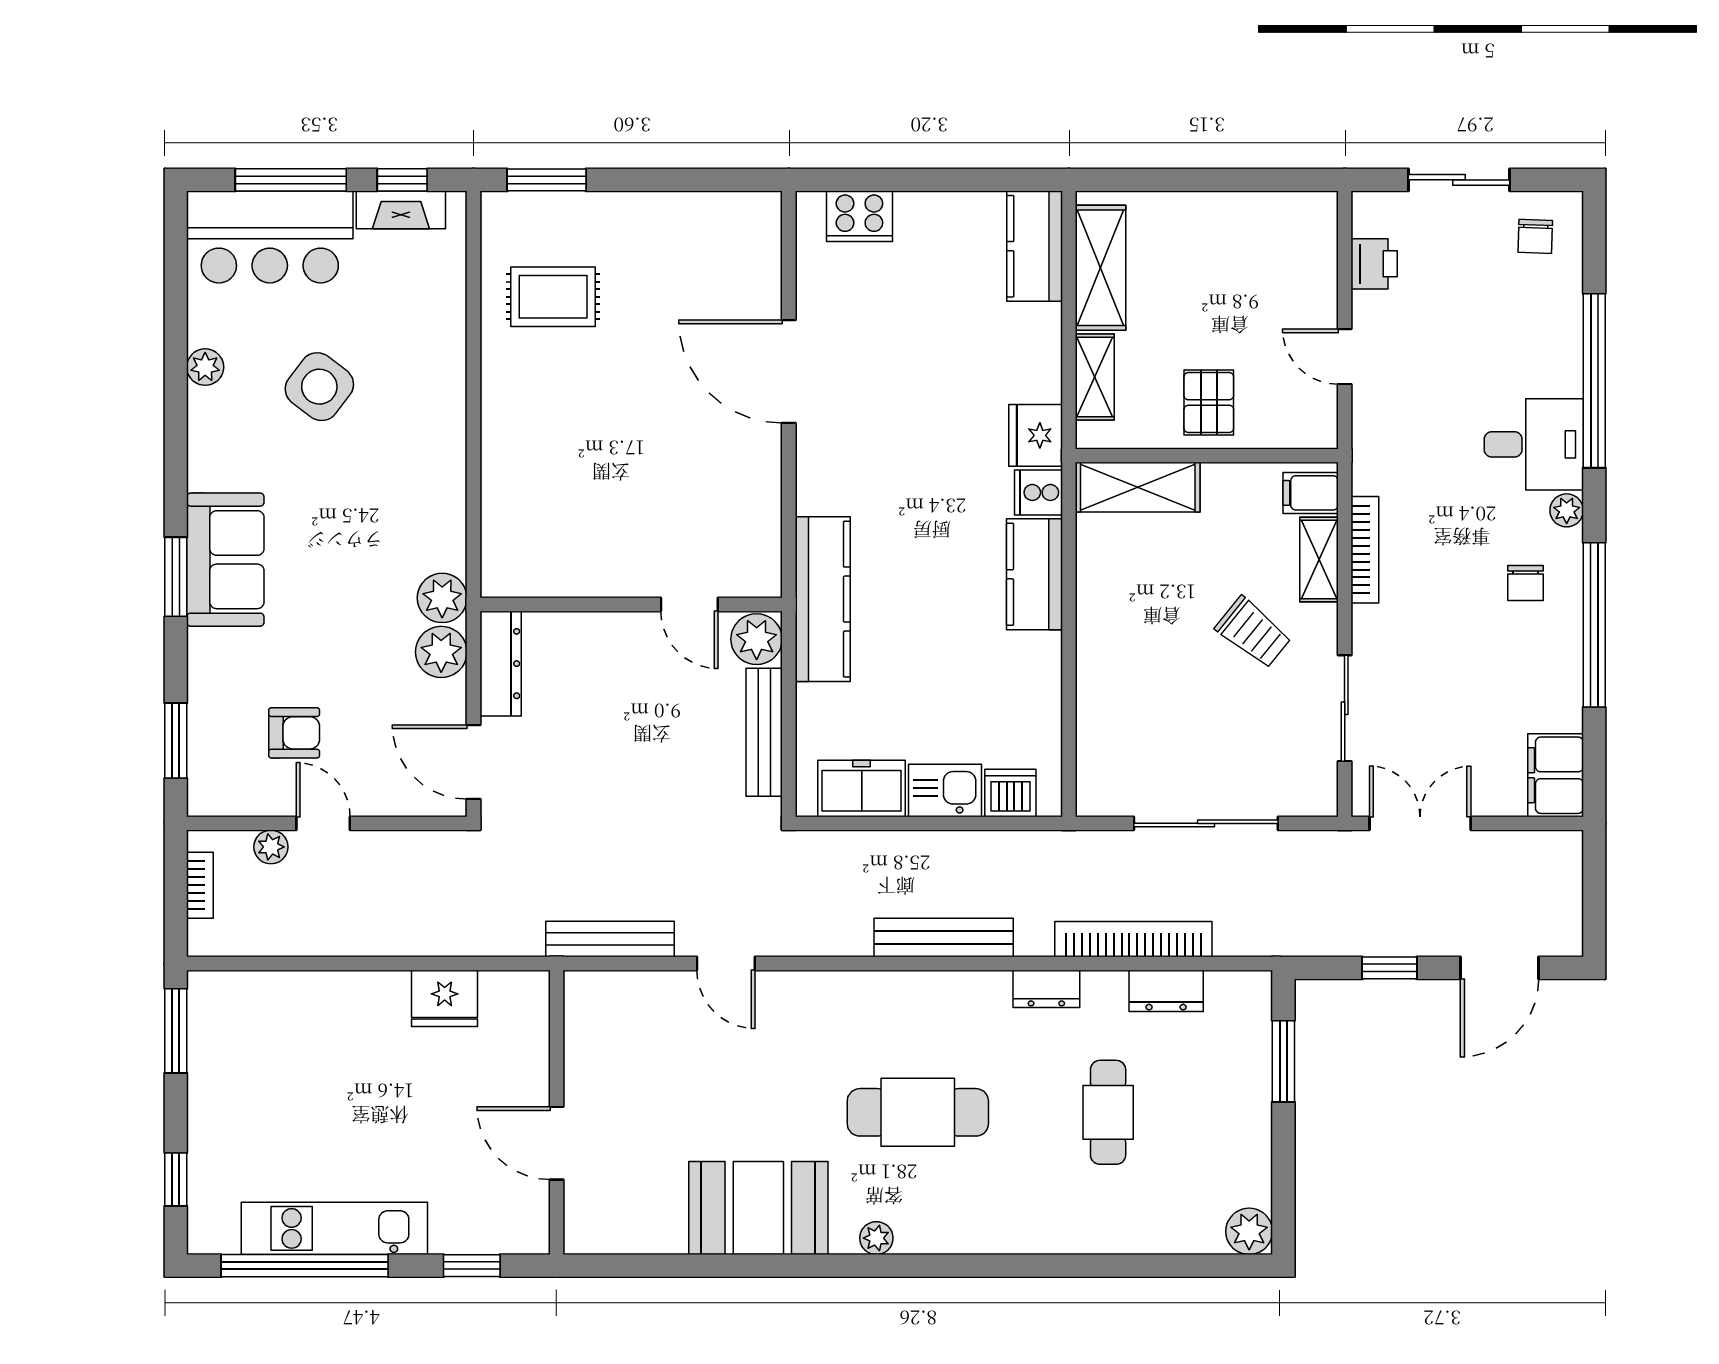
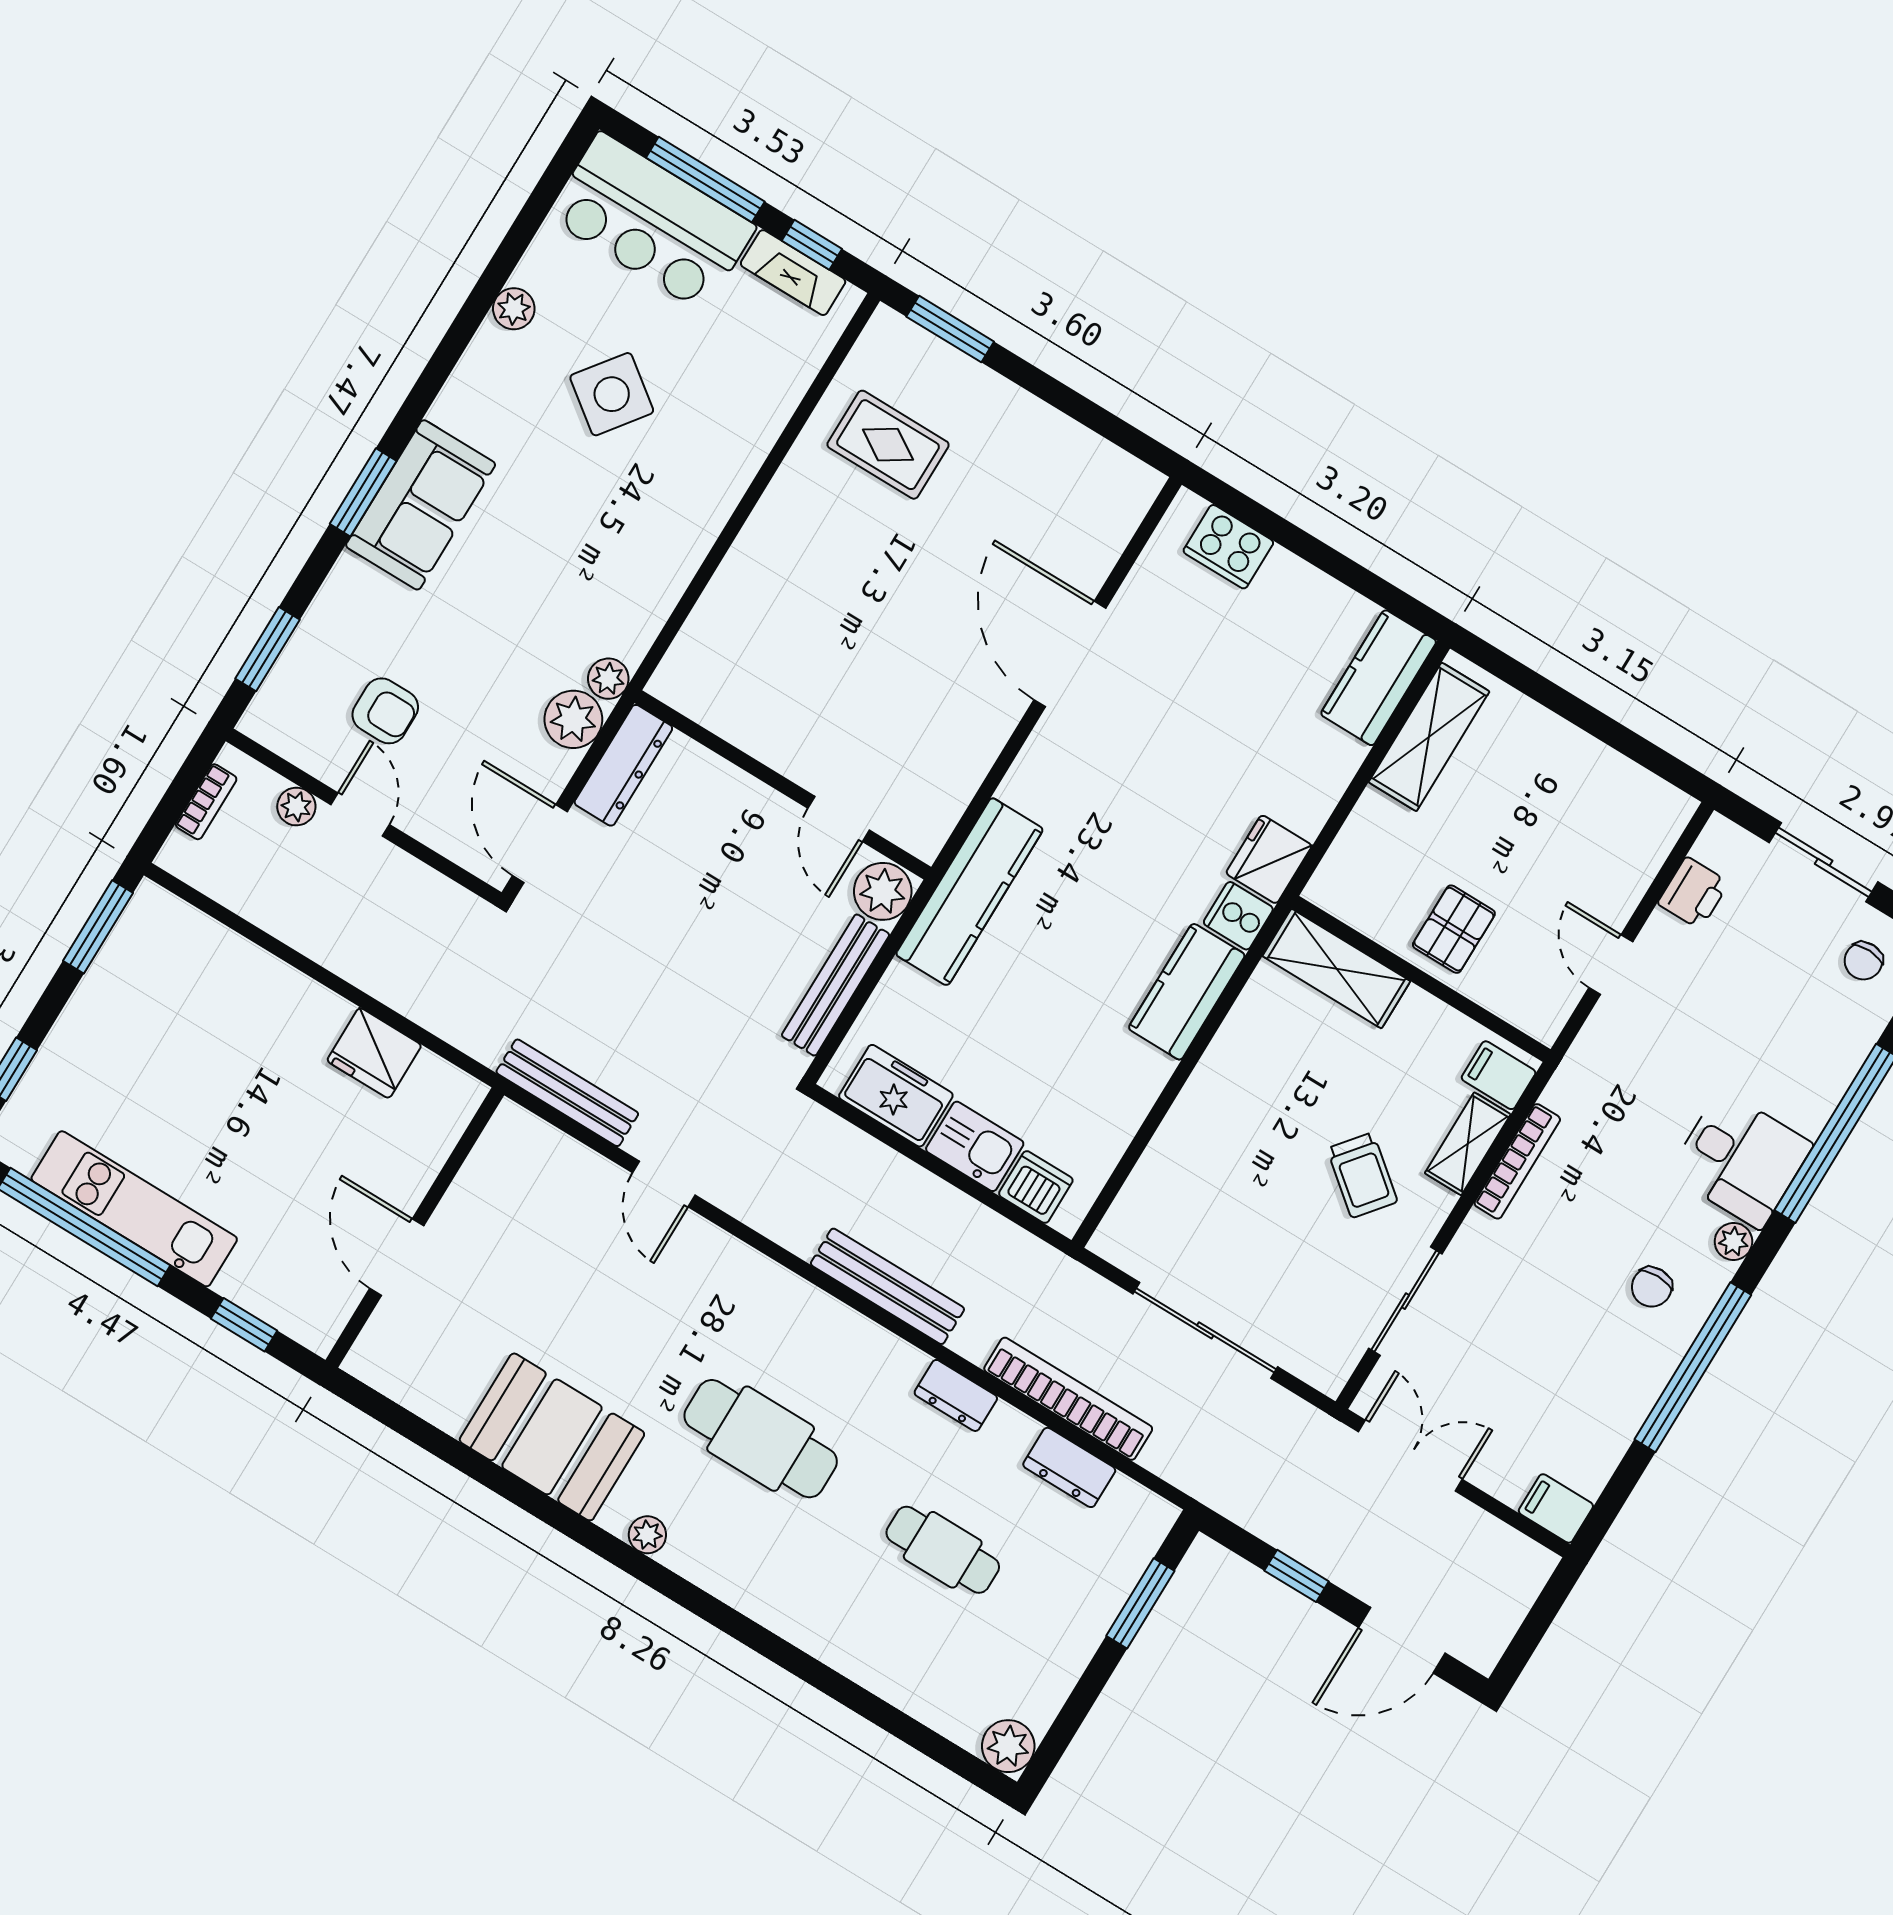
shelving: (1095, 377) -> (1360, 838), removed
plant: (442, 598) -> (608, 679), width x0.73, depth x0.73
filing cabinet: (1556, 775) -> (1556, 1508), width x0.50
cafe table: (1108, 1112) -> (943, 1550), turned 90

